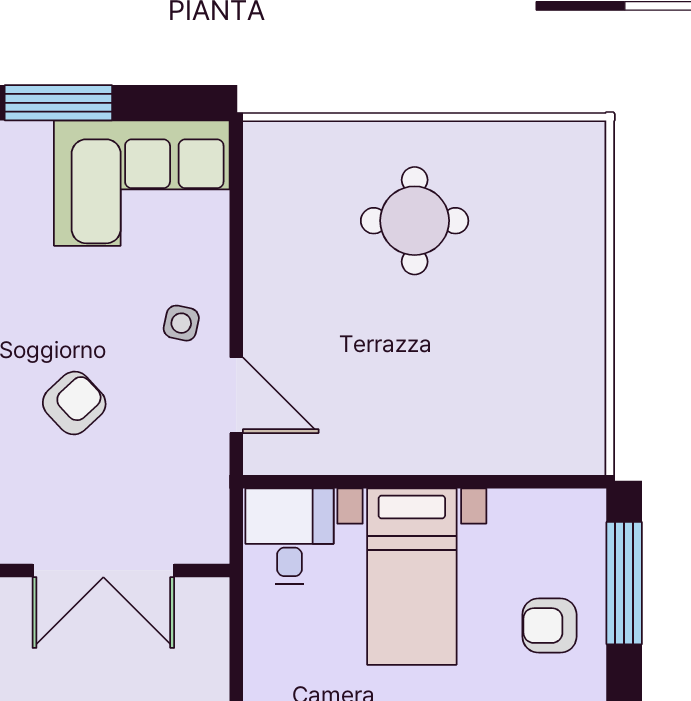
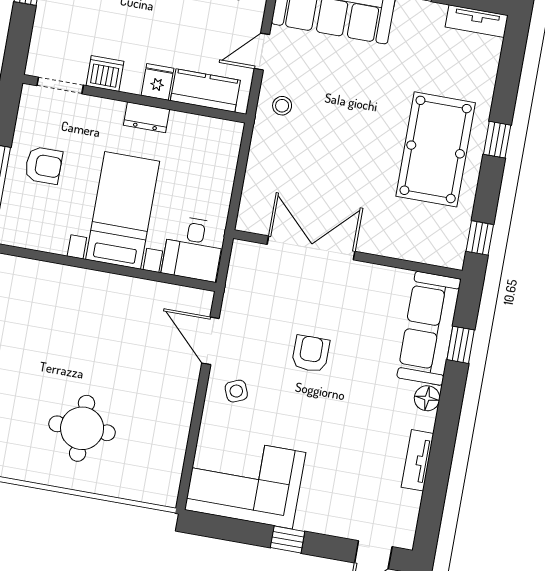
window: (58, 103) -> (288, 540), width x0.46
side table: (181, 323) -> (236, 391), turned -35
armchair: (74, 403) -> (311, 354), turned 133

